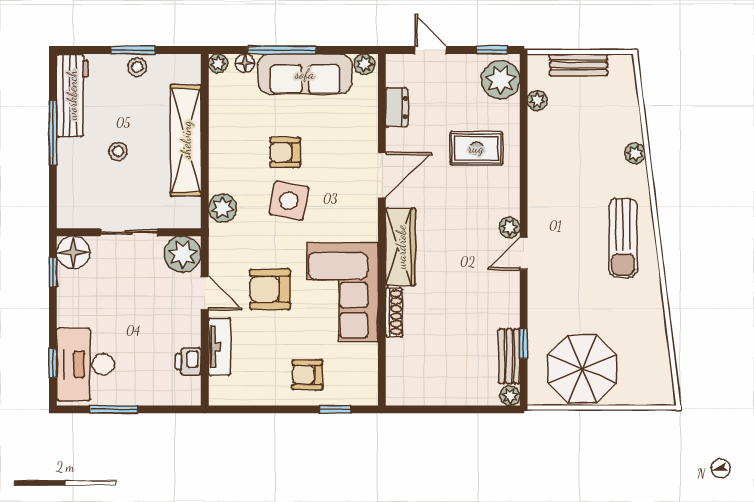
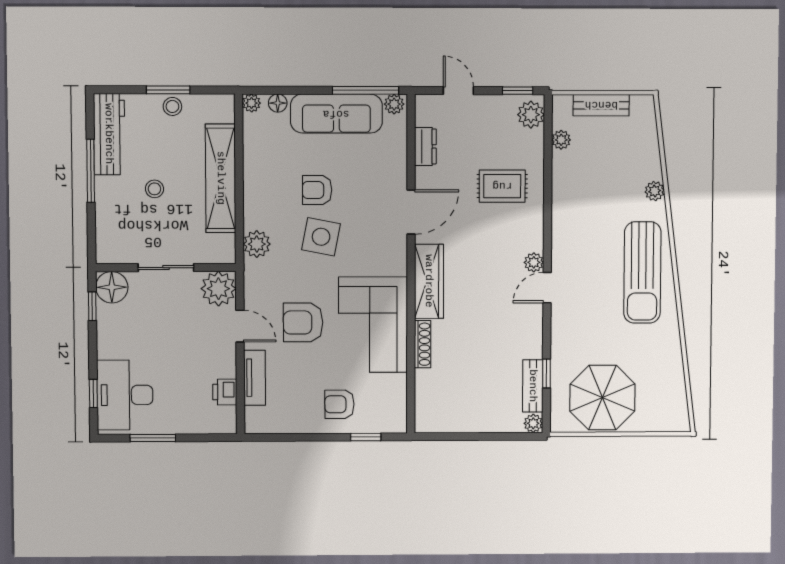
window: (282, 50) -> (366, 90), moved
plant: (501, 80) -> (531, 115), width x0.73, depth x0.73
sun lounger: (623, 238) -> (642, 273), width x1.36, depth x1.34

